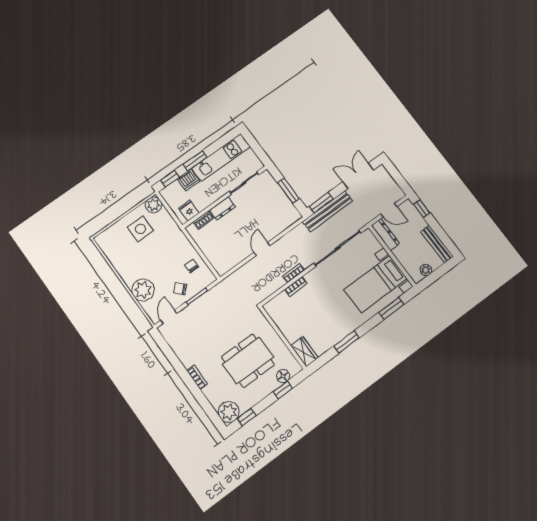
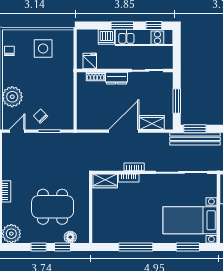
window: (170, 179) -> (154, 26), moved
plant: (153, 205) -> (66, 37), removed
wardrobe: (281, 224) -> (152, 122), added
door: (262, 249) -> (124, 131), width x1.87
chair: (191, 266) -> (9, 51), moved
window: (347, 342) -> (136, 247), width x1.44
wardrobe: (304, 352) -> (105, 181), moved, turned 90
window: (247, 417) -> (39, 247), moved

